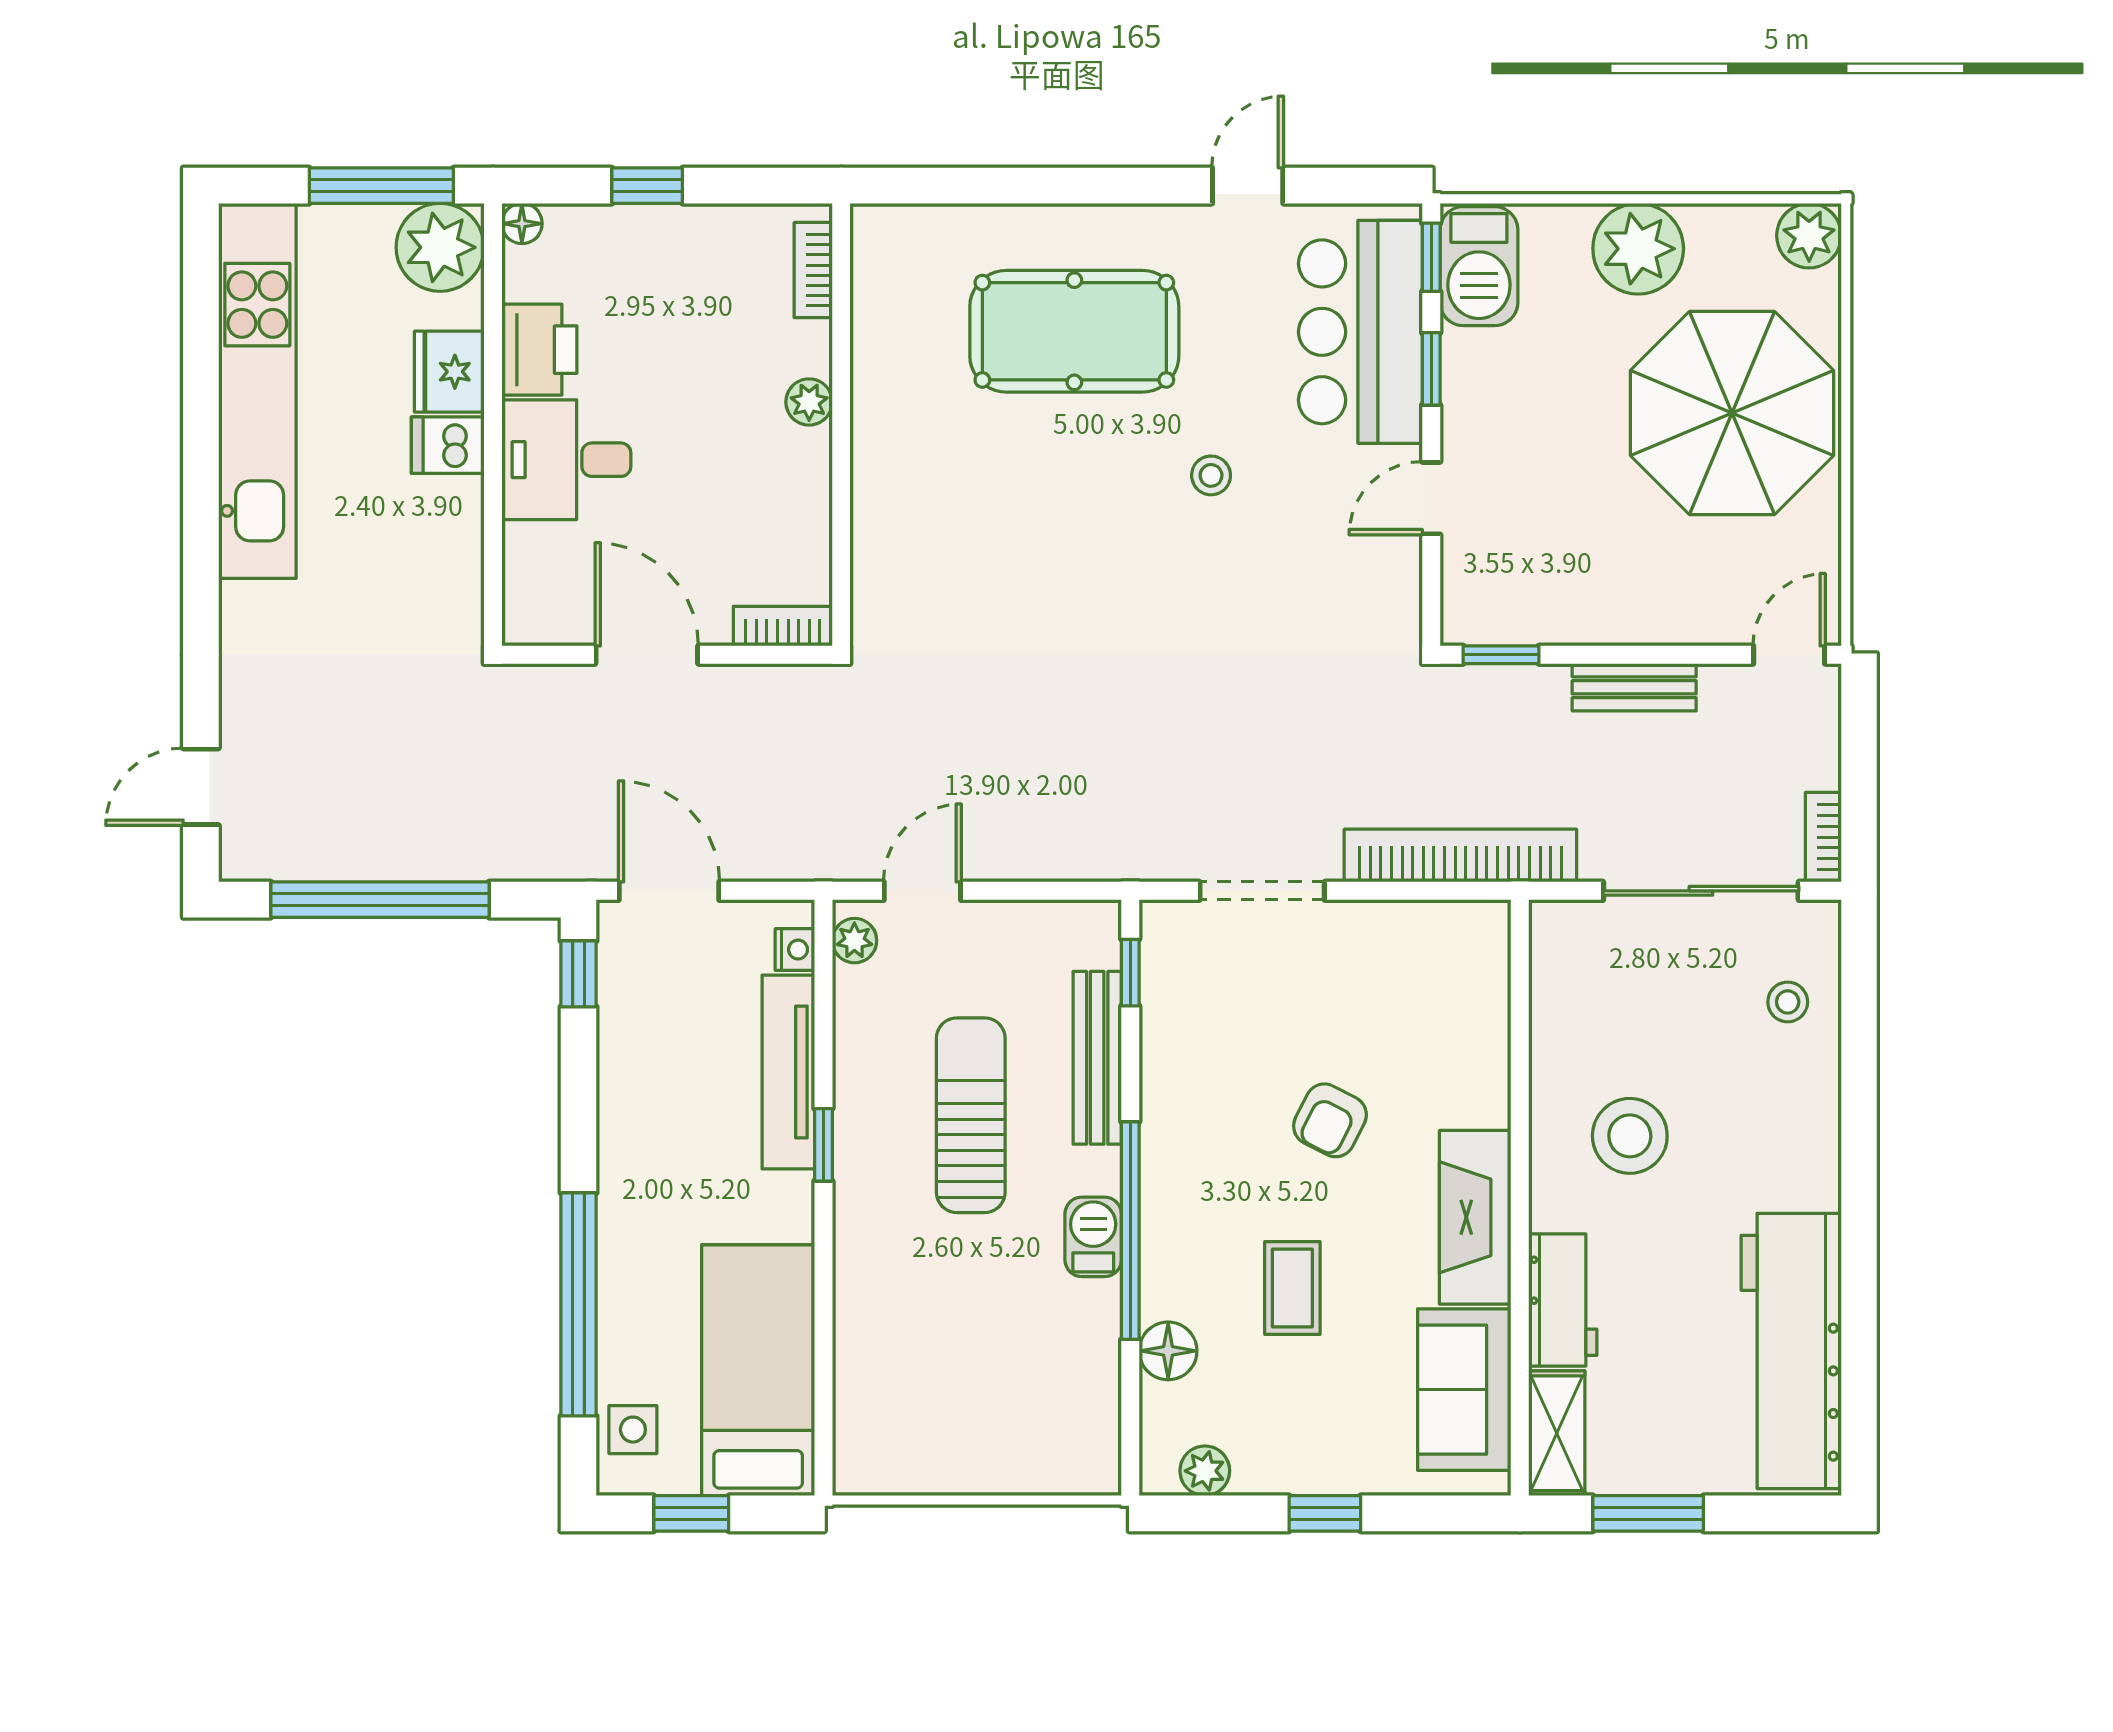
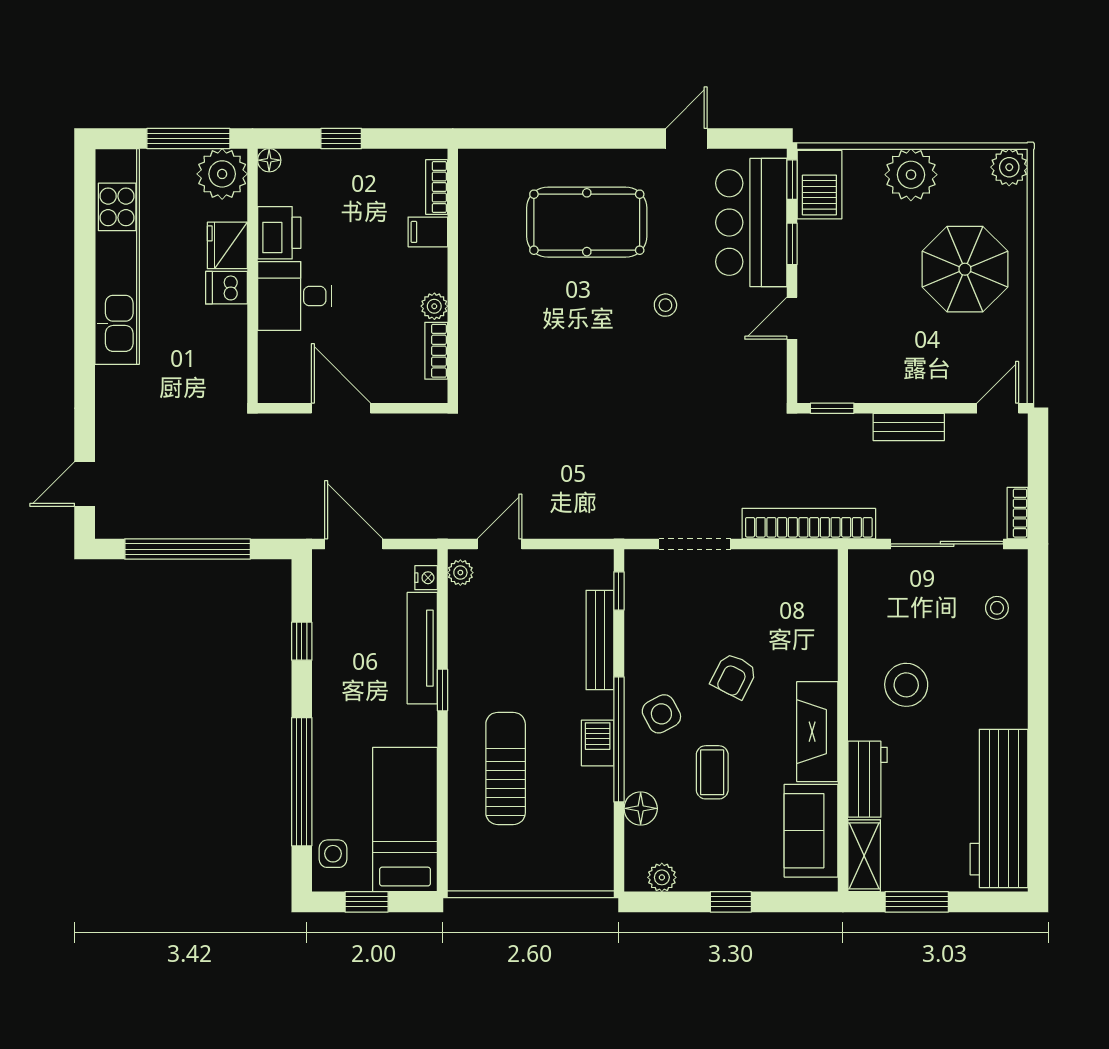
filing cabinet: (798, 348) -> (428, 232), added
plant: (809, 402) -> (434, 306), moved
parasol: (1732, 413) -> (965, 269), width x0.73, depth x0.73
bookcase: (783, 626) -> (436, 351), moved, turned -90
window: (579, 974) -> (302, 641), moved
sun lounger: (971, 1115) -> (506, 768), moved
side table: (1204, 1186) -> (661, 714), added

